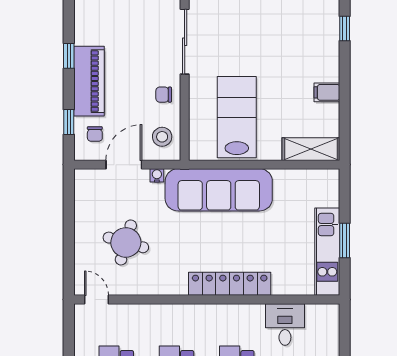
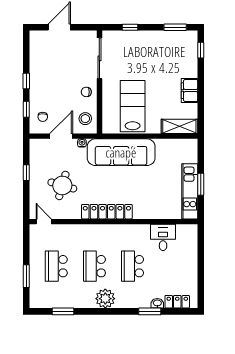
window: (69, 56) -> (26, 81), moved
piano: (89, 81) -> (39, 83), removed
filing cabinet: (327, 92) -> (190, 91), width x2.00
window: (69, 222) -> (26, 173), added
locker: (230, 284) -> (107, 212), moved

